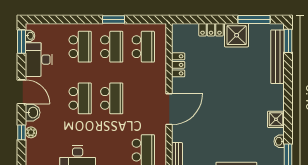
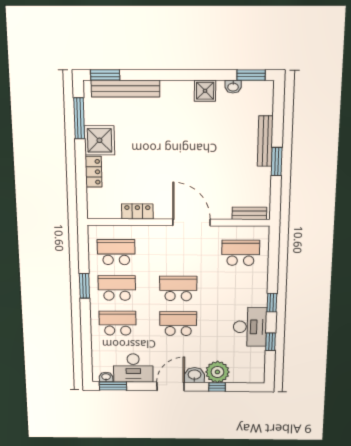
plant: (31, 132) -> (217, 372), width x1.87, depth x1.87

